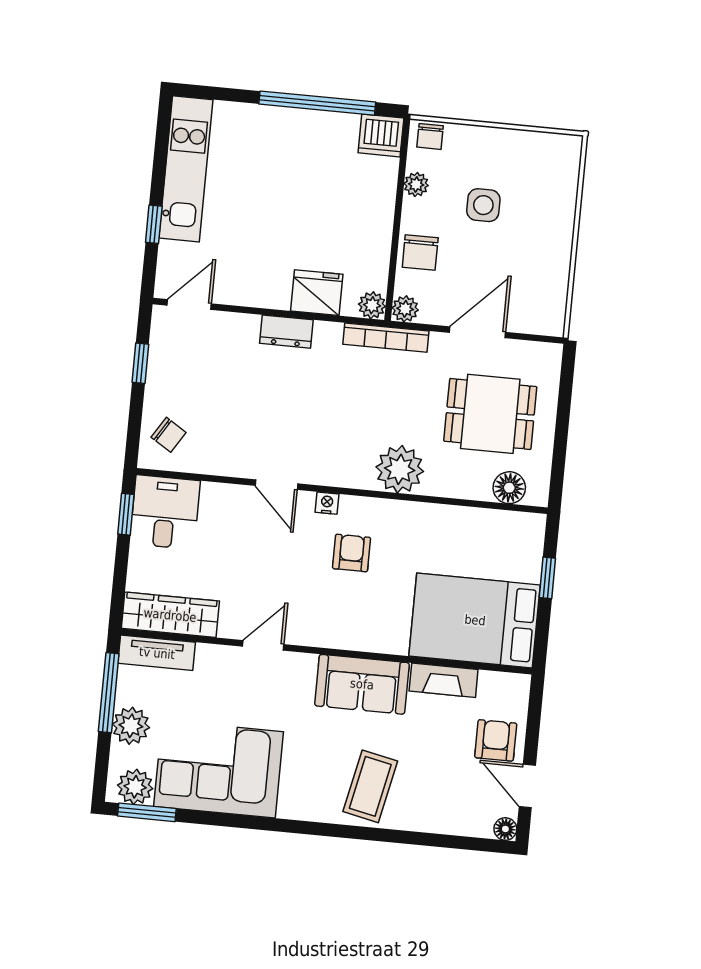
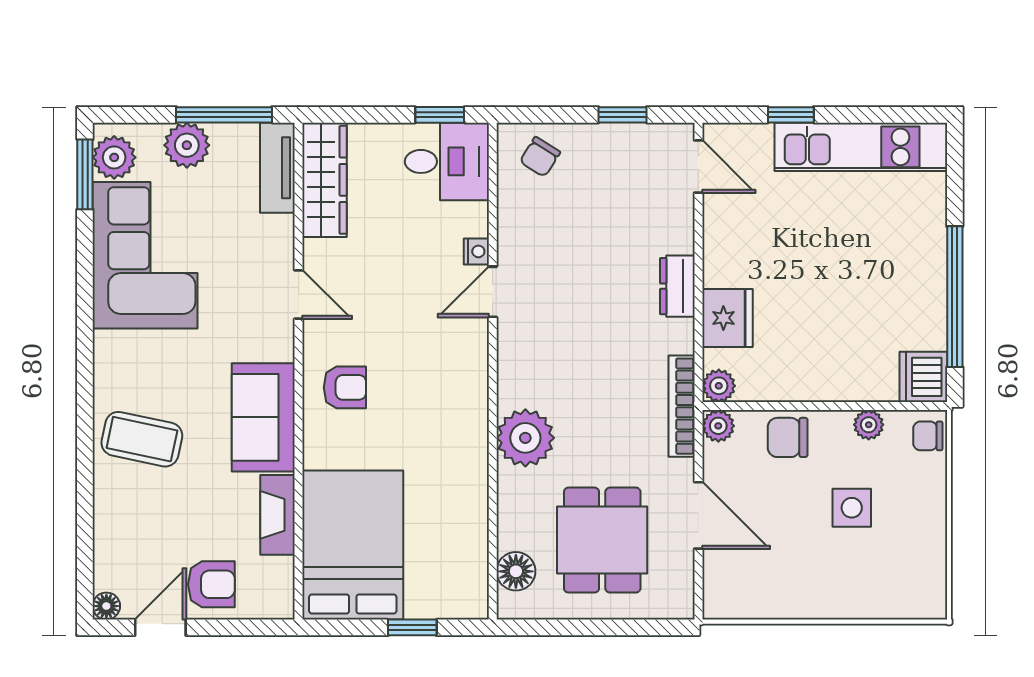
nightstand: (327, 503) -> (476, 251), moved
armchair: (352, 553) -> (345, 387), moved

